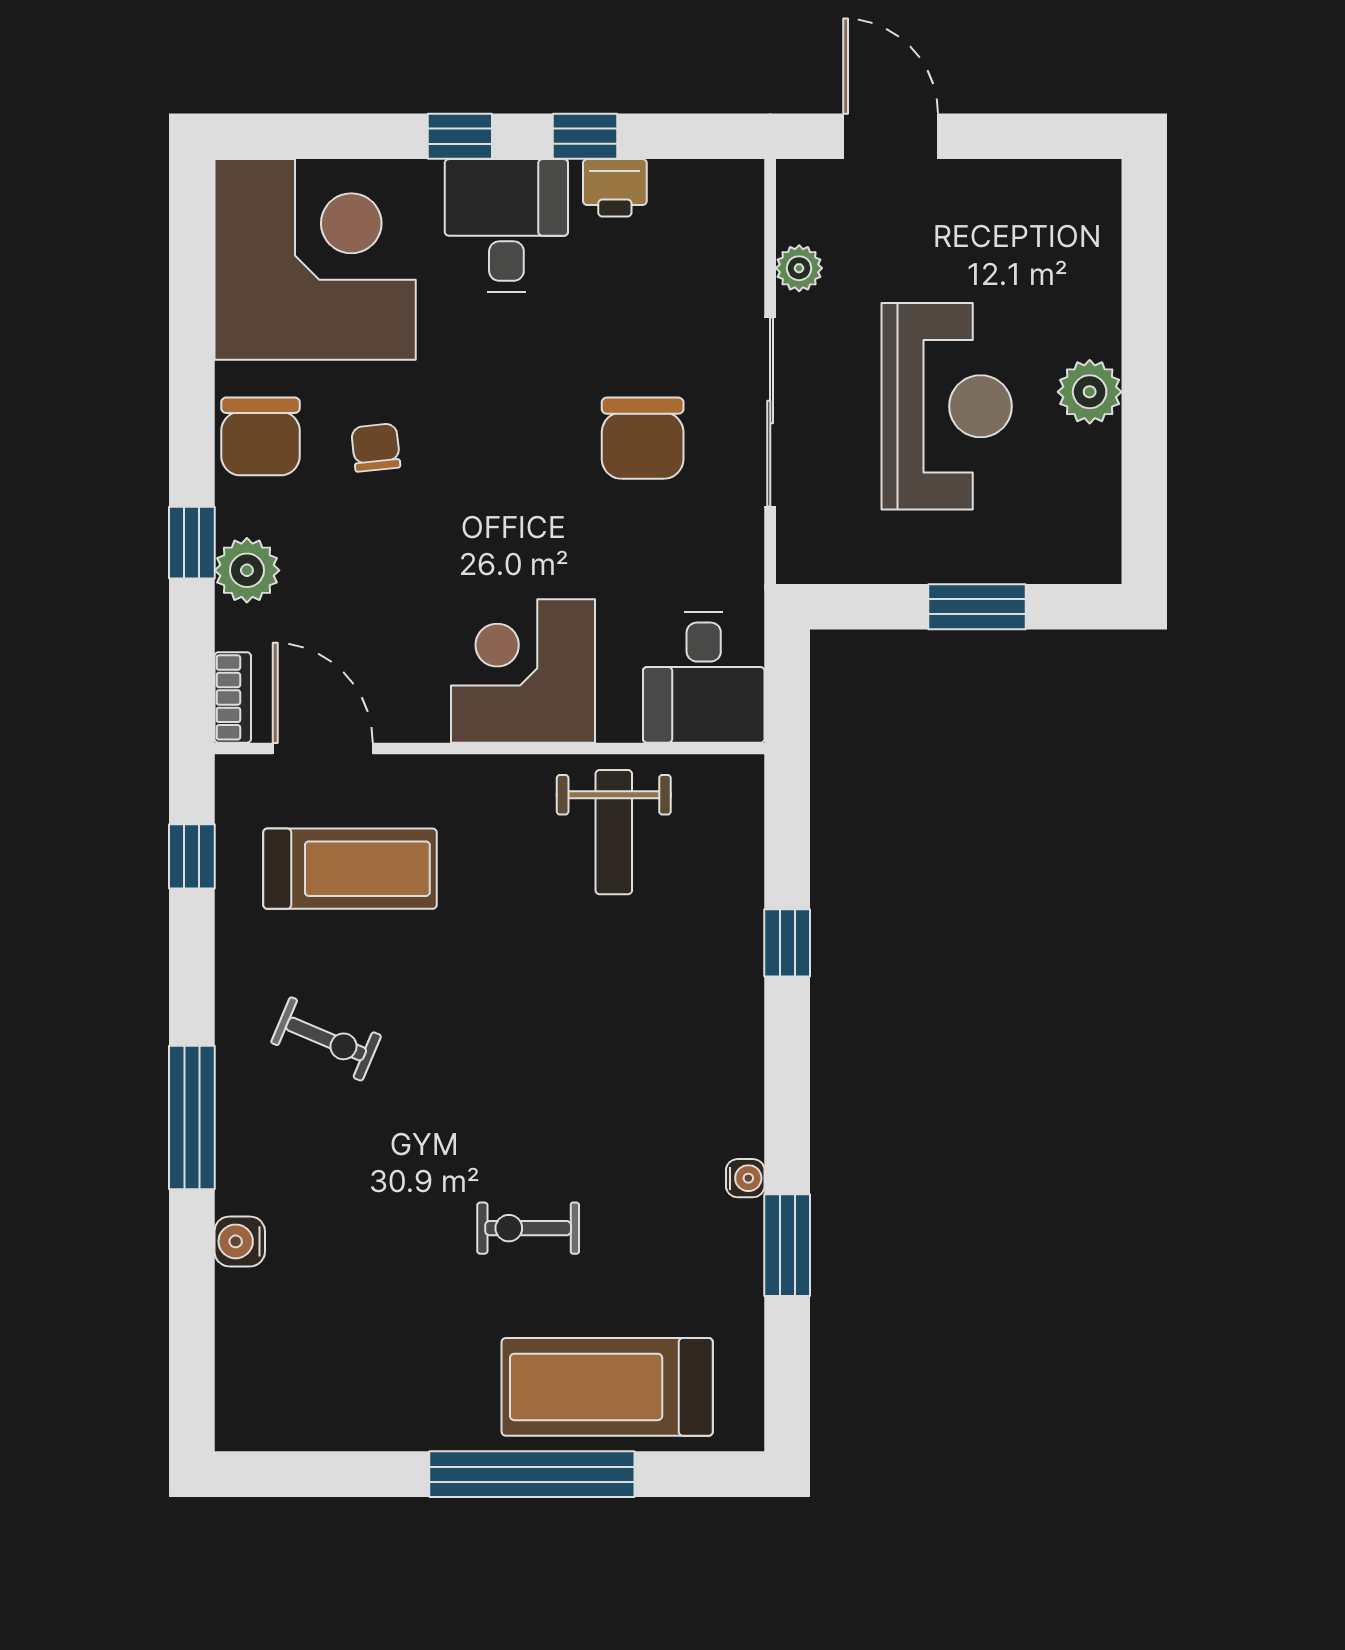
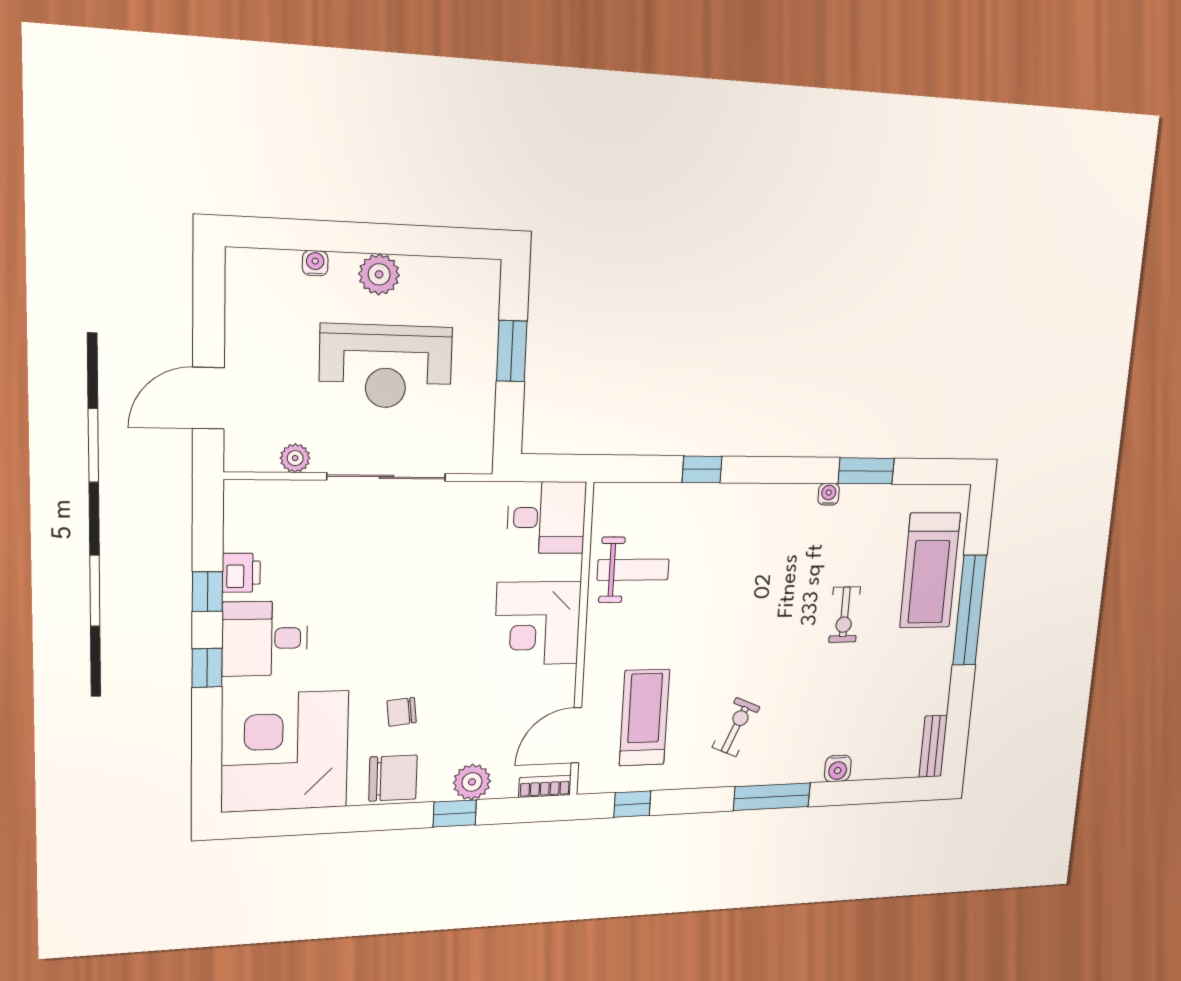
water cooler: (1103, 294) -> (315, 263), added
reception desk: (947, 406) -> (386, 366), turned 180
chair: (643, 438) -> (401, 555), removed
bench: (274, 1429) -> (933, 746), added

